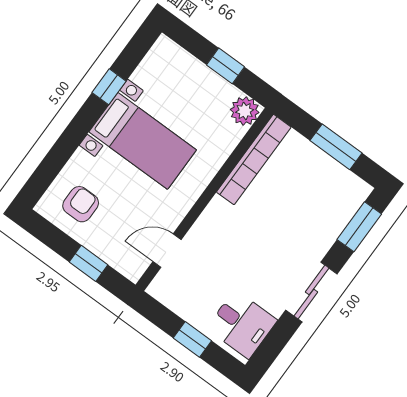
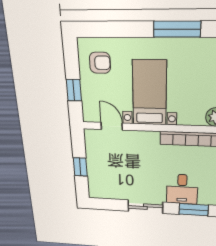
window: (109, 87) -> (177, 29), width x2.17
bed with nightstands: (143, 141) -> (149, 93), moved, turned 180
desk: (242, 324) -> (182, 189), moved

